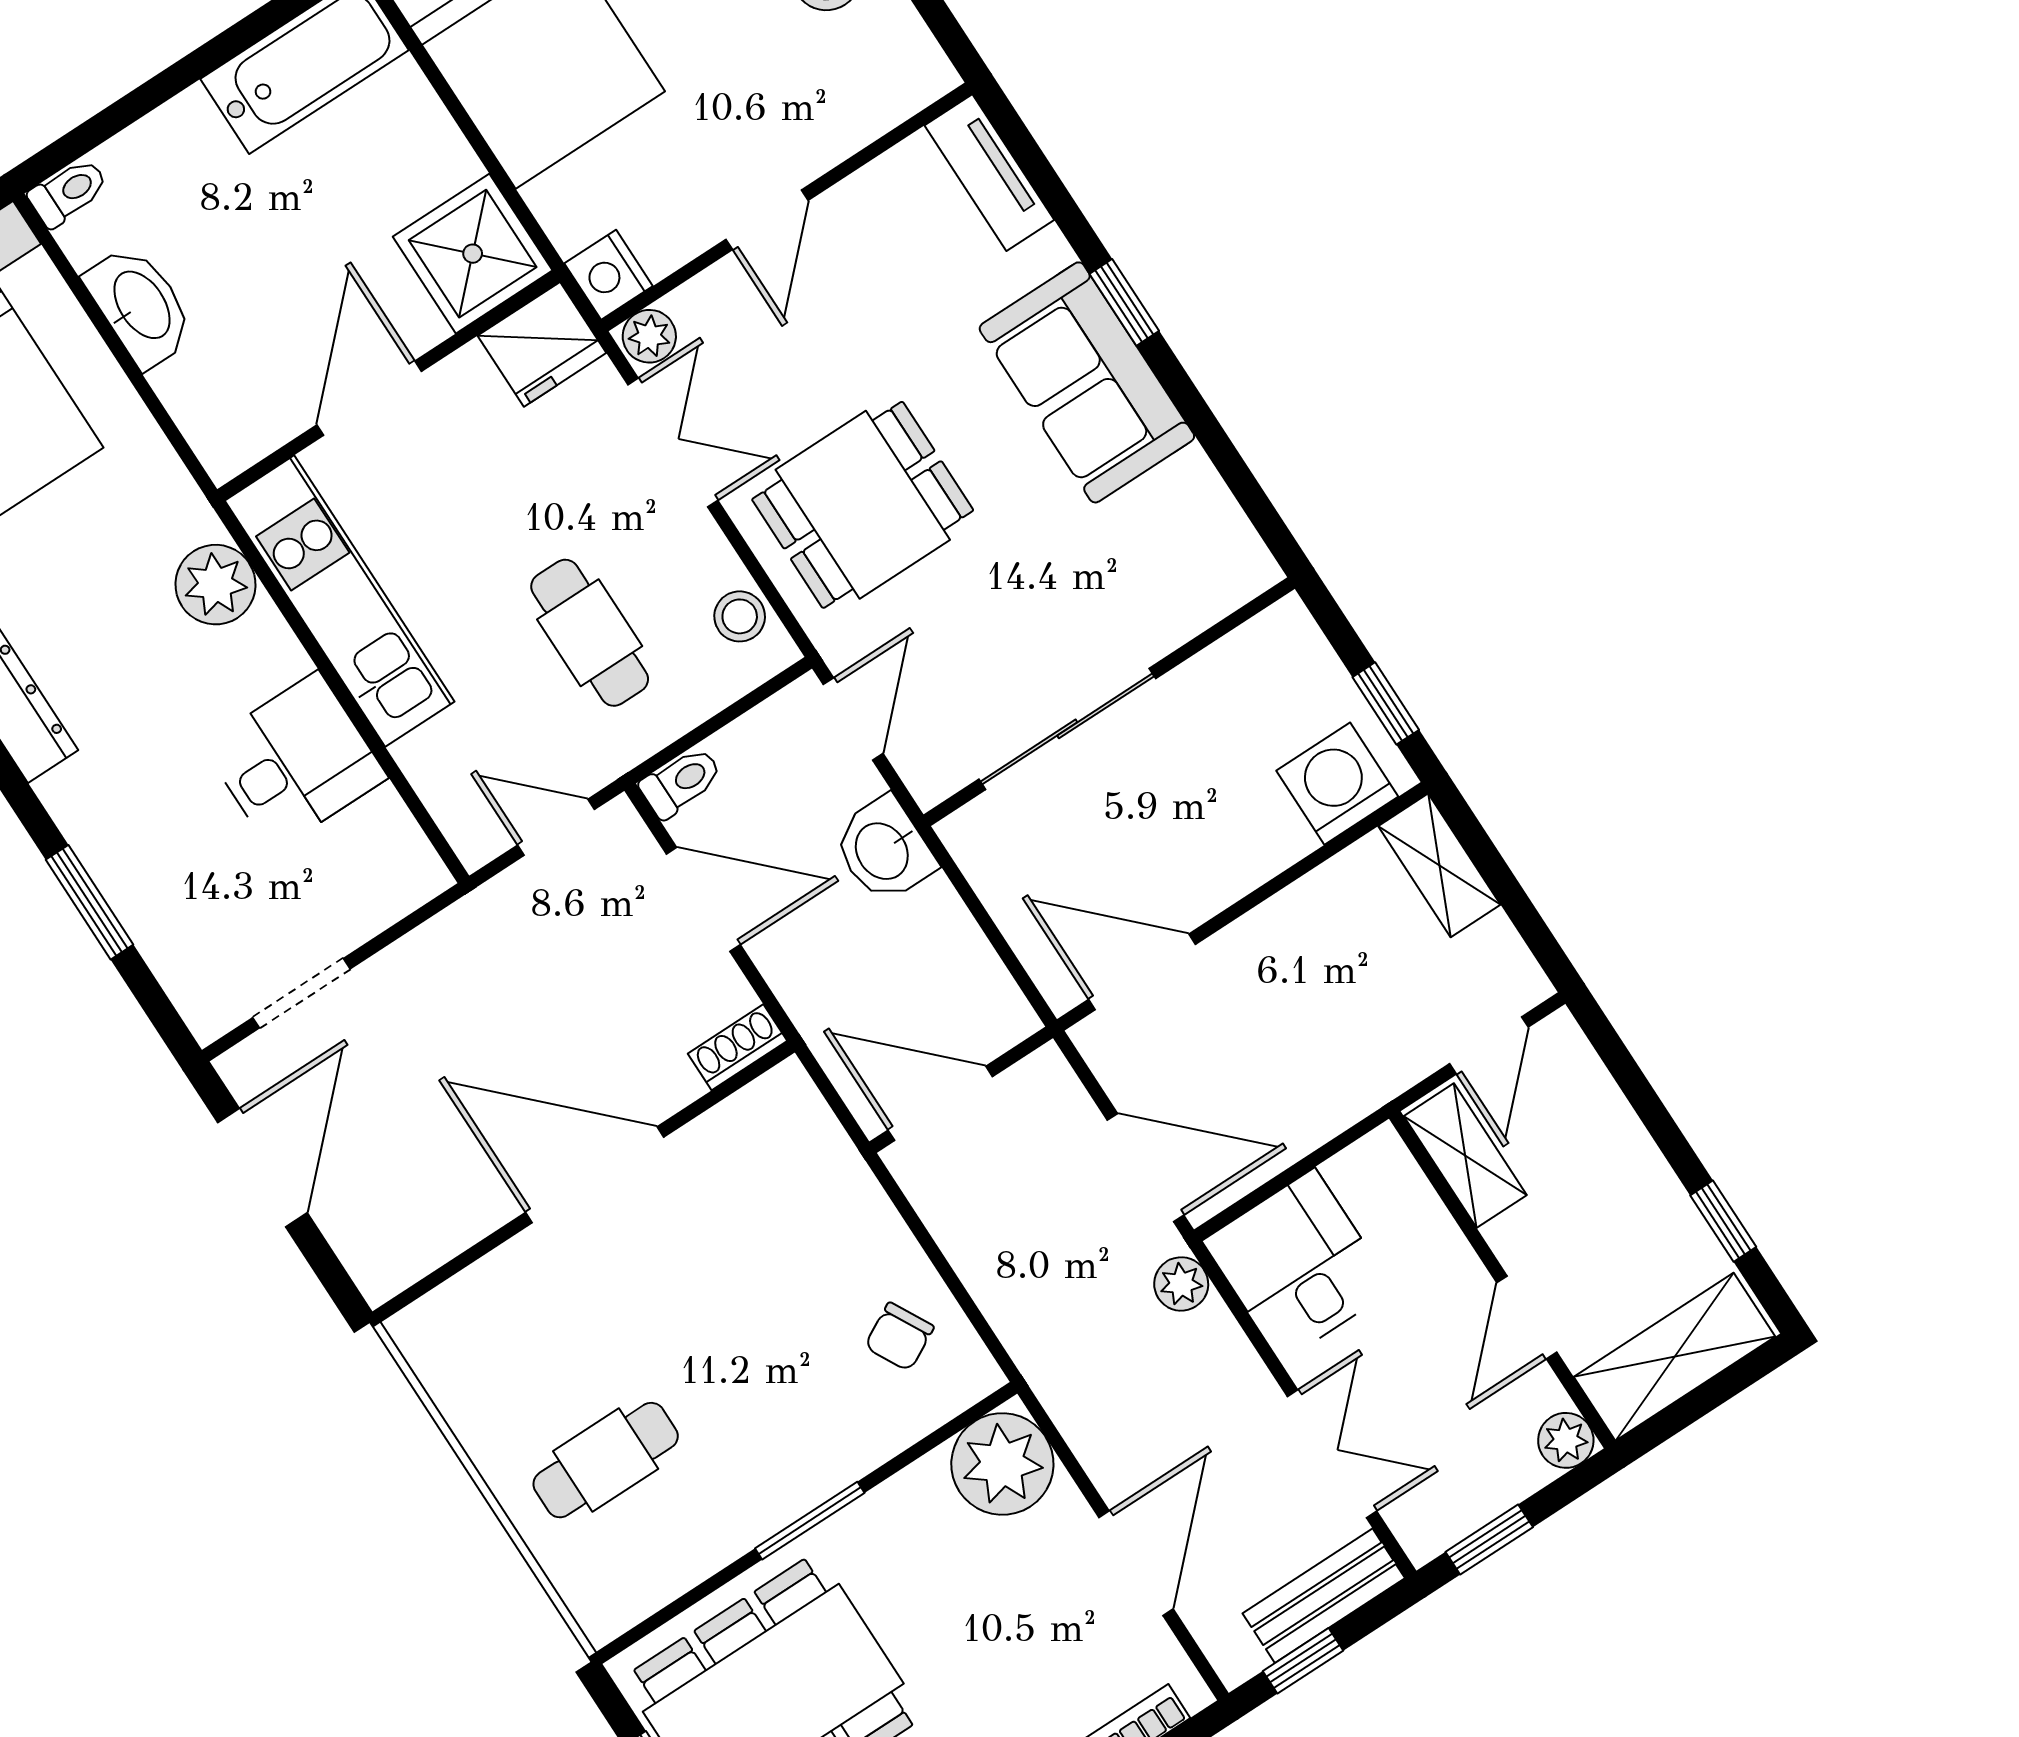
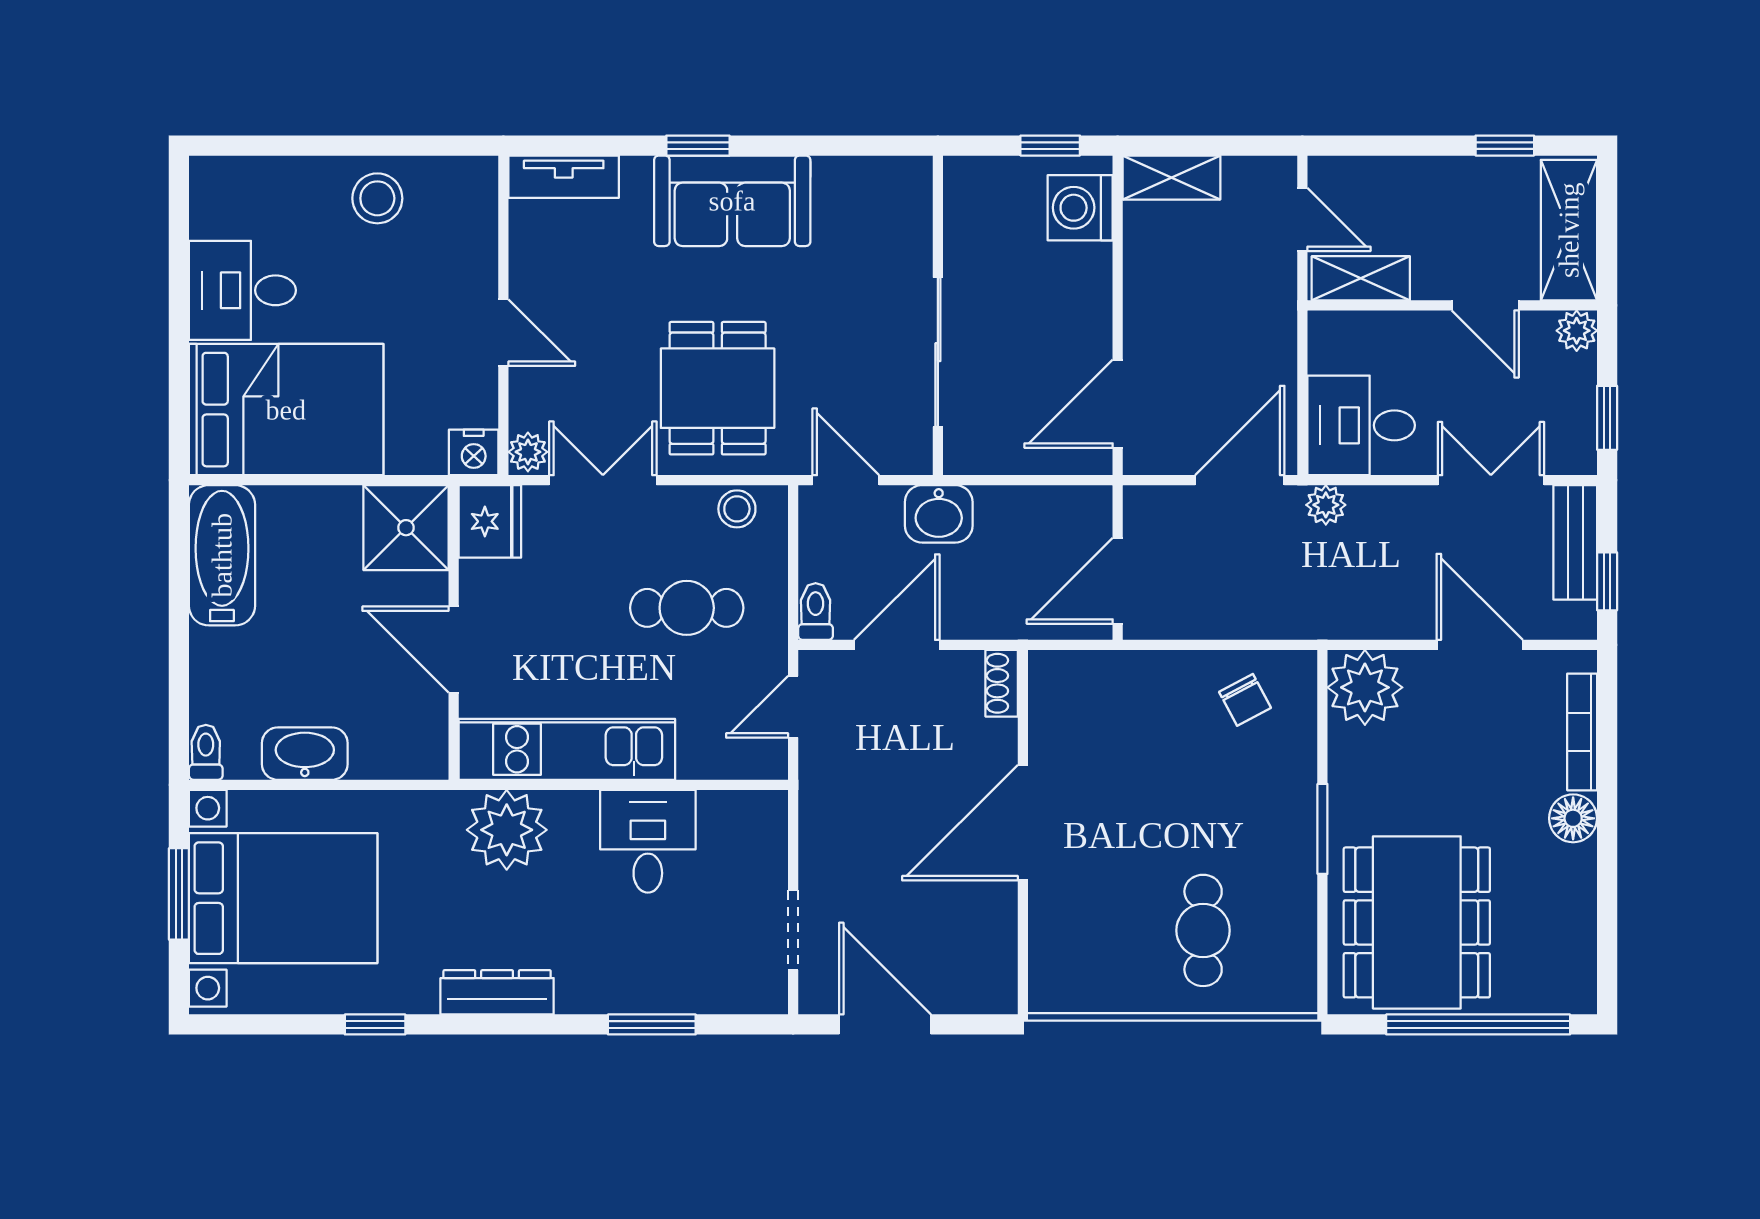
plant: (215, 585) -> (507, 830), width x1.36, depth x1.36

